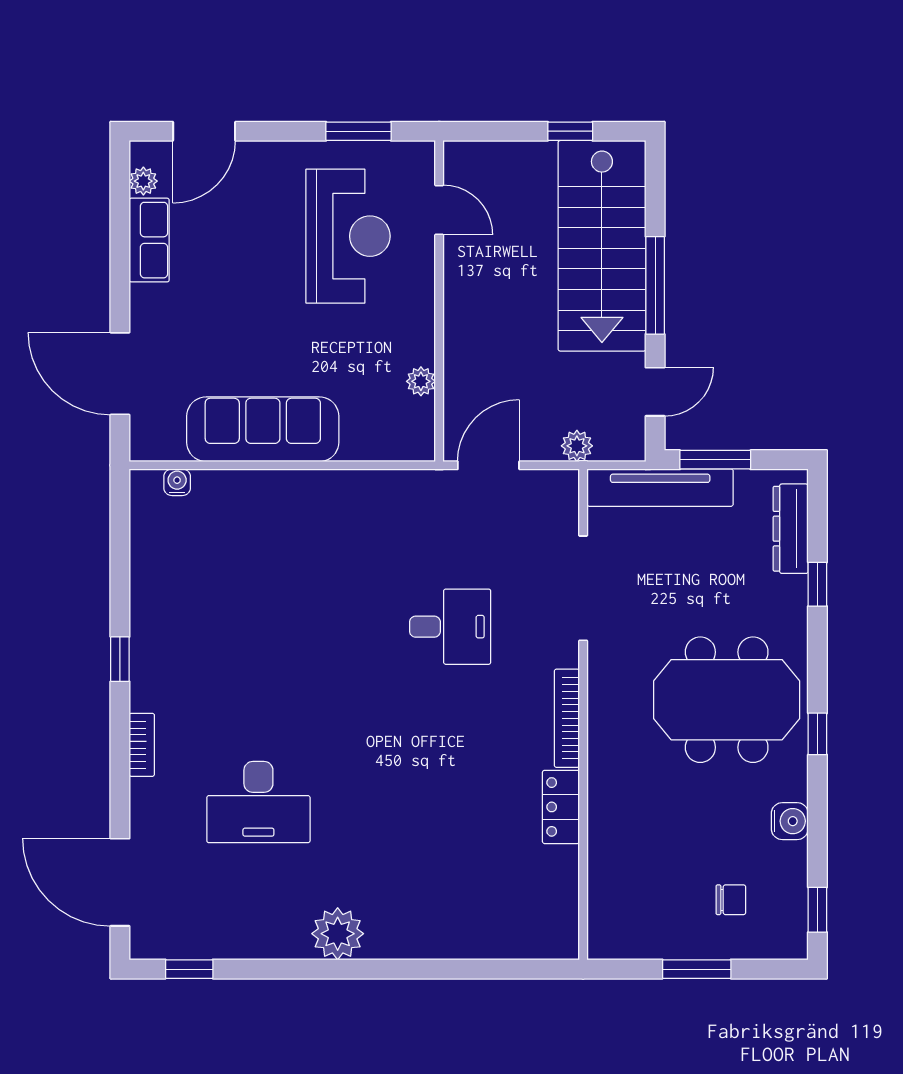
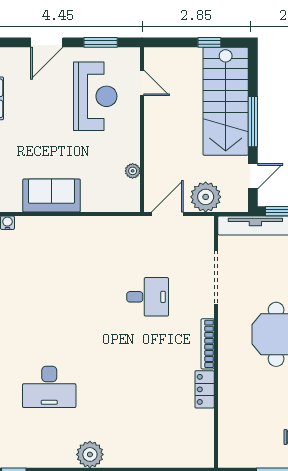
door: (204, 131) -> (47, 42), moved
sofa: (263, 429) -> (51, 195), width x0.73
plant: (577, 446) -> (206, 197), width x1.87, depth x1.87

